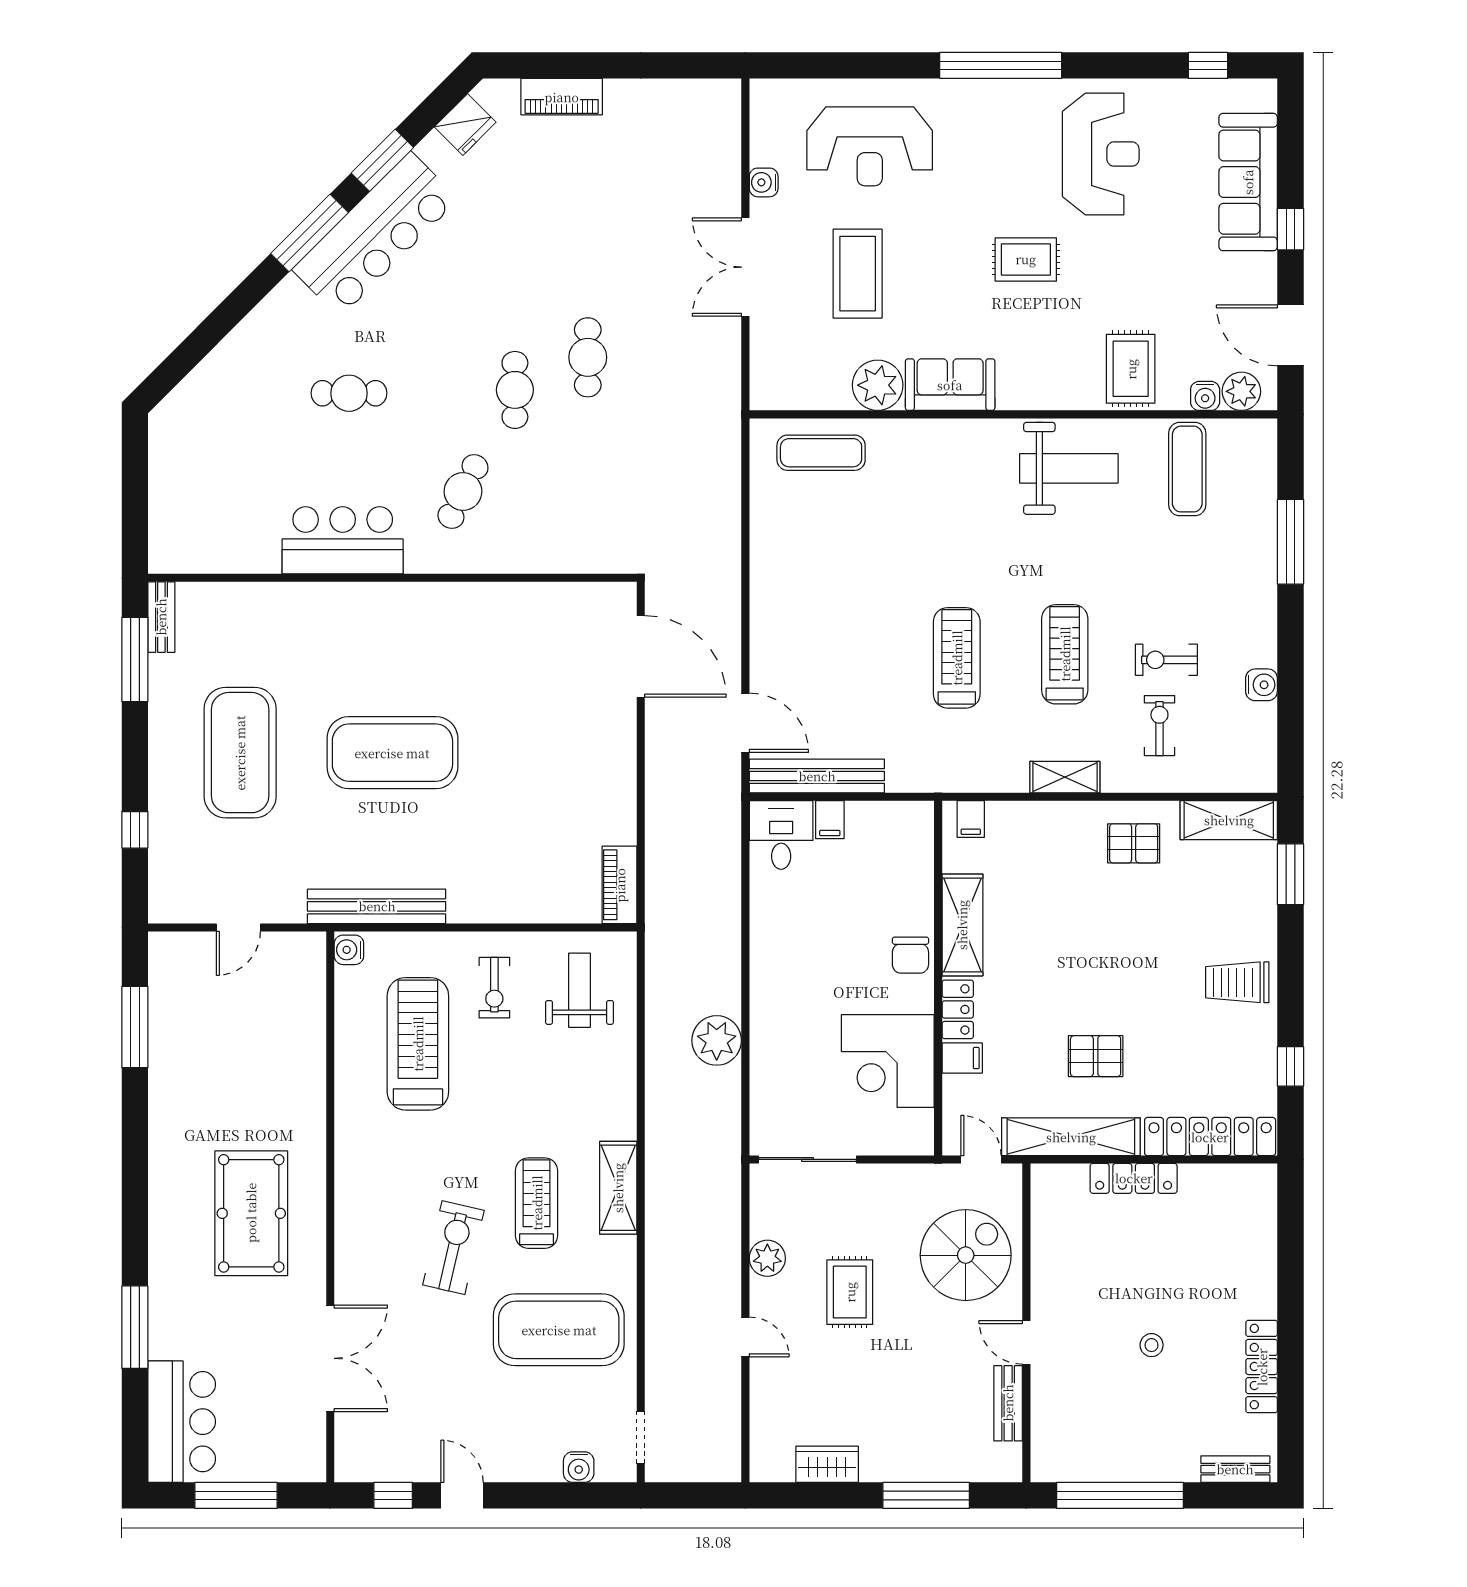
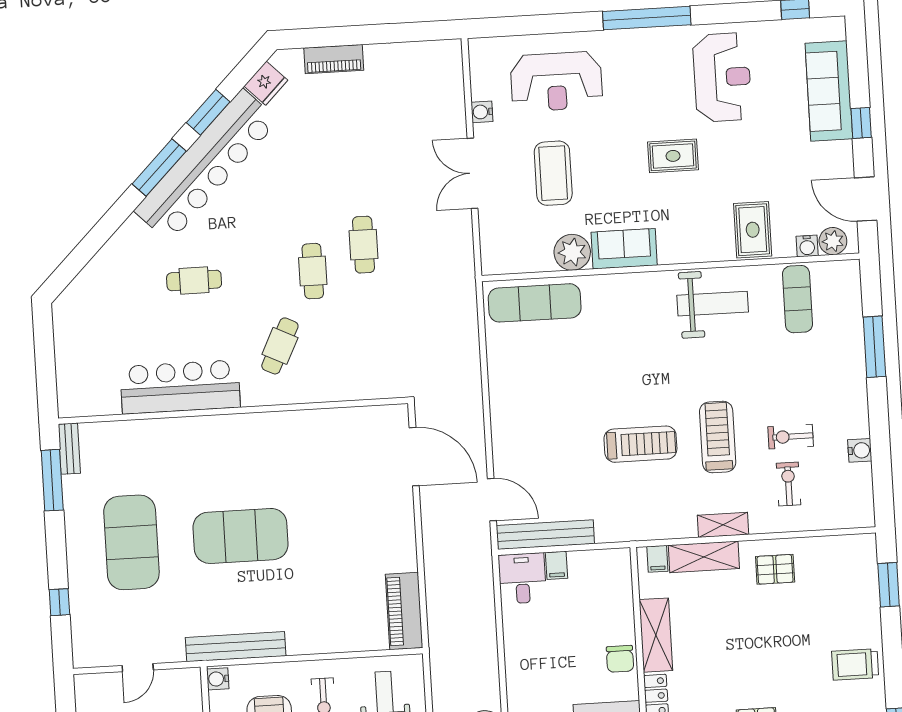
bar counter: (375, 234) -> (206, 166), width x1.36
exercise mat: (821, 453) -> (535, 303), width x1.36, depth x1.45
bar counter: (343, 540) -> (180, 387), width x1.36
treadmill: (957, 658) -> (640, 444), turned 90
shelving: (1229, 820) -> (704, 557), moved
piano: (620, 885) -> (404, 611), width x1.37, depth x1.33

